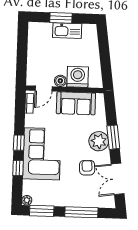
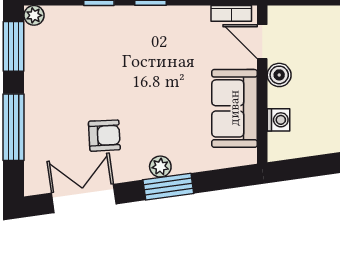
washing machine: (78, 77) -> (279, 120), width x0.53, depth x0.53
plant: (99, 141) -> (160, 167), width x0.53, depth x0.53
corner sofa: (42, 154) -> (129, 43), removed

